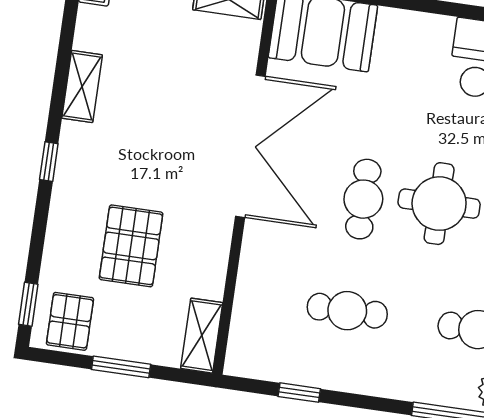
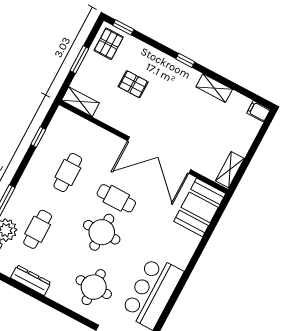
pallet: (131, 246) -> (133, 84), width x0.67, depth x0.71
pallet: (70, 321) -> (109, 44), turned 90

